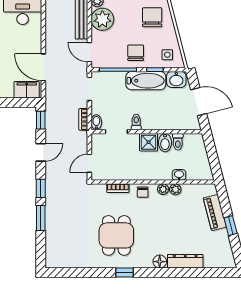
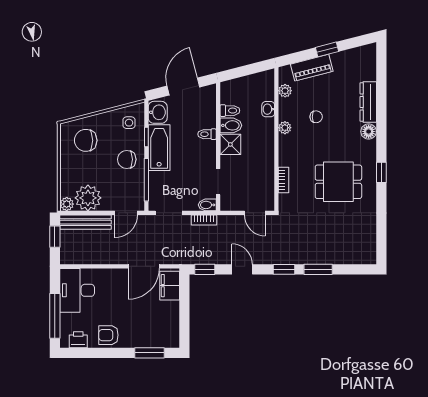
toilet: (136, 122) -> (207, 134), moved
plant: (175, 189) -> (285, 91), moved
chair: (143, 192) -> (316, 117), moved

